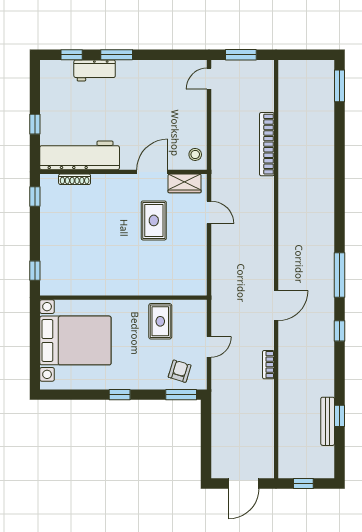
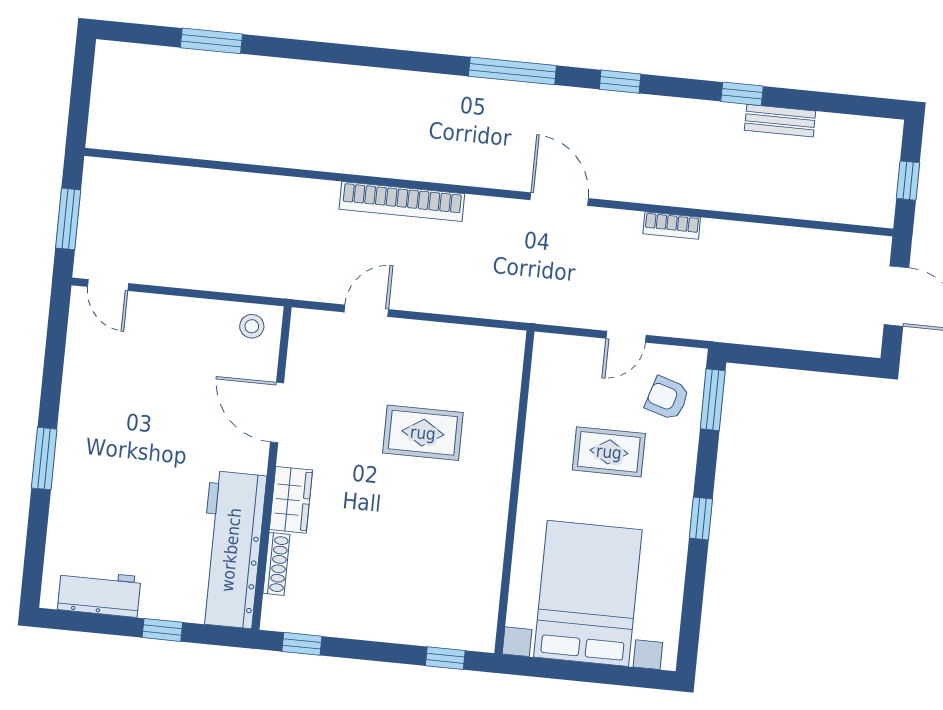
window: (72, 55) -> (36, 546), removed
workbench: (95, 70) -> (99, 593), moved, turned -90
window: (339, 86) -> (211, 41), moved
bookcase: (267, 144) -> (402, 201), moved
wardrobe: (185, 183) -> (291, 500), moved
rug: (154, 220) -> (423, 433), moved
rug: (160, 321) -> (609, 452), moved
door: (209, 347) -> (626, 337), swing flipped
window: (339, 416) -> (742, 94), moved
bench: (328, 421) -> (780, 121), width x0.73

